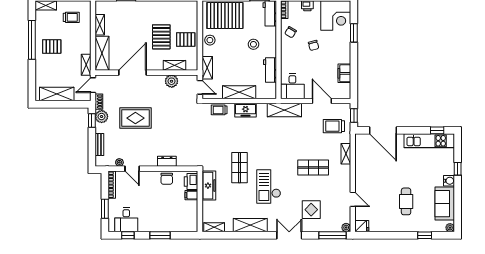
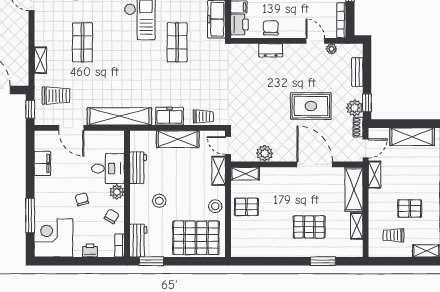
window: (354, 33) -> (30, 215), width x1.44
pallet: (161, 37) -> (309, 227), moved, turned 90
pallet: (52, 47) -> (410, 209), moved
plant: (286, 51) -> (117, 192), added
shelving: (175, 65) -> (245, 174), moved
door: (132, 73) -> (315, 164), swing flipped
desk: (292, 86) -> (108, 169), moved, turned 90
shelving: (284, 110) -> (119, 116), width x1.47
shop shelf: (313, 168) -> (82, 42), turned 90

